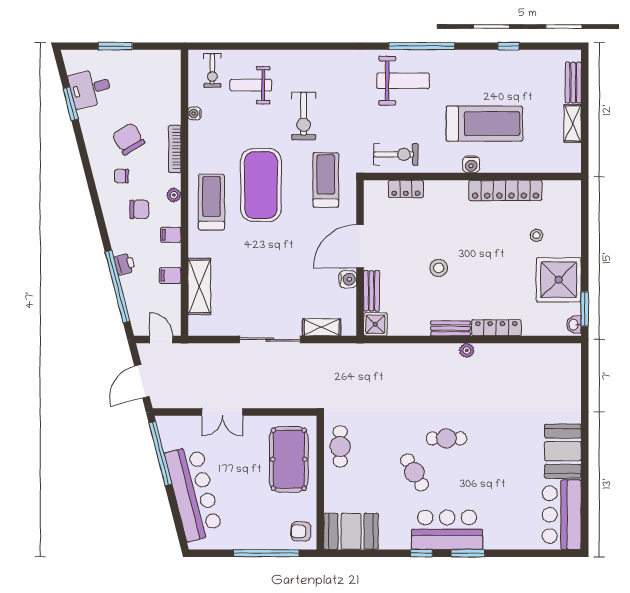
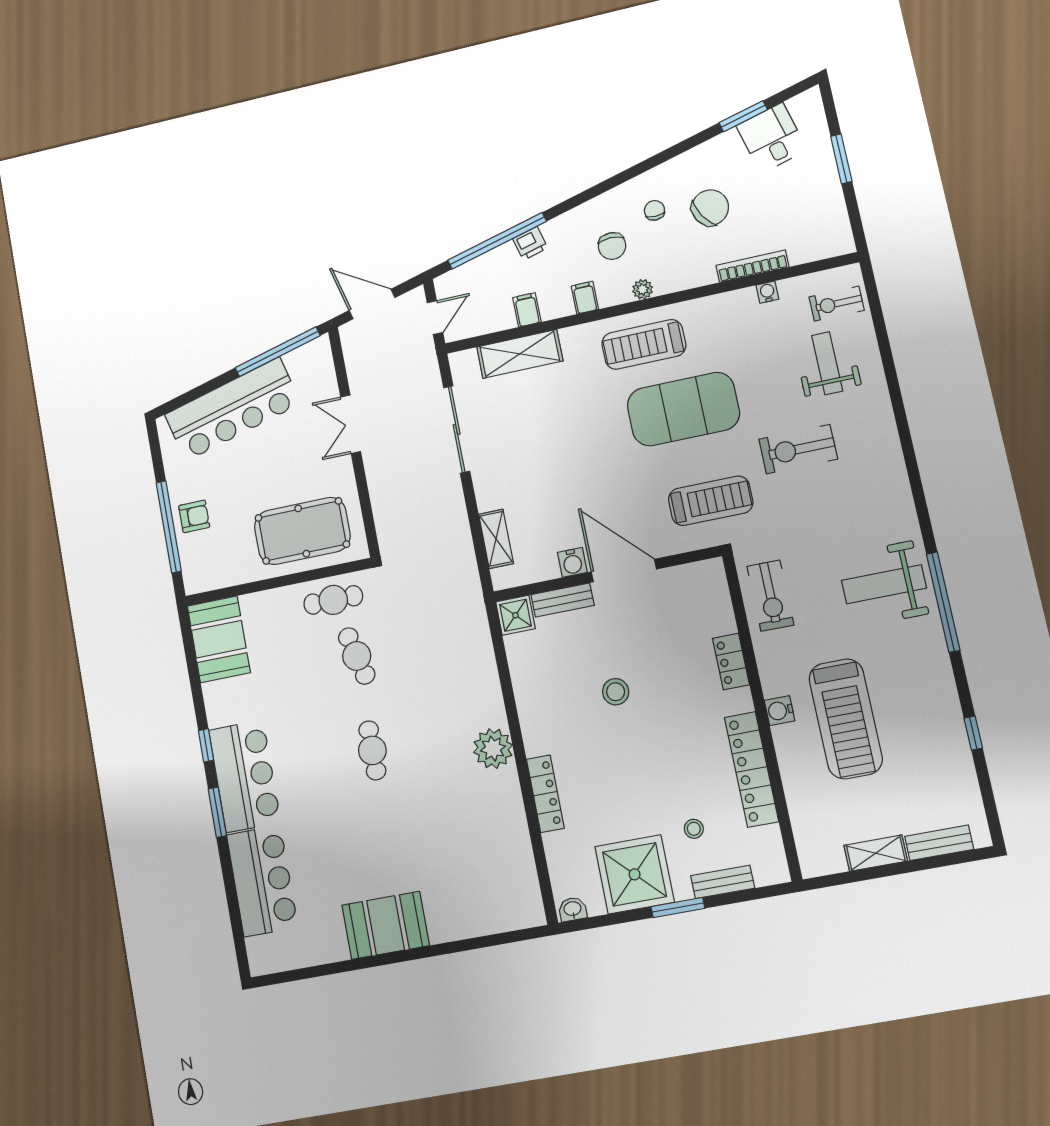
weight bench: (403, 81) -> (884, 584), turned 90
bookcase: (175, 149) -> (752, 266), moved
locker: (406, 189) -> (731, 662), moved
treadmill: (211, 202) -> (644, 344), turned 180
window: (585, 309) -> (678, 907), moved
bench: (450, 328) -> (723, 882), moved, turned 90
sliding door: (270, 339) -> (457, 429), moved
plant: (467, 350) -> (493, 749), width x1.88, depth x1.88
cafe table: (414, 472) -> (357, 656), moved, turned -74
bar counter: (562, 515) -> (262, 881), moved, turned 90
armchair: (301, 531) -> (194, 516), moved, turned 88

